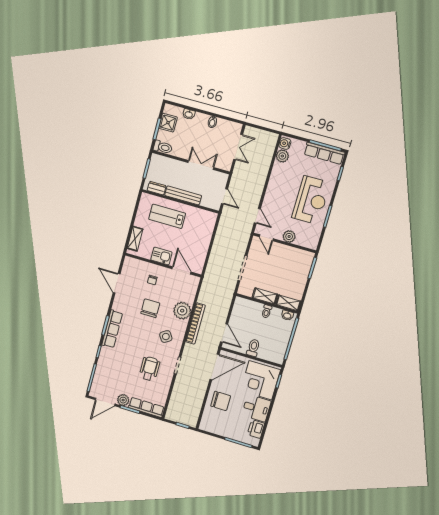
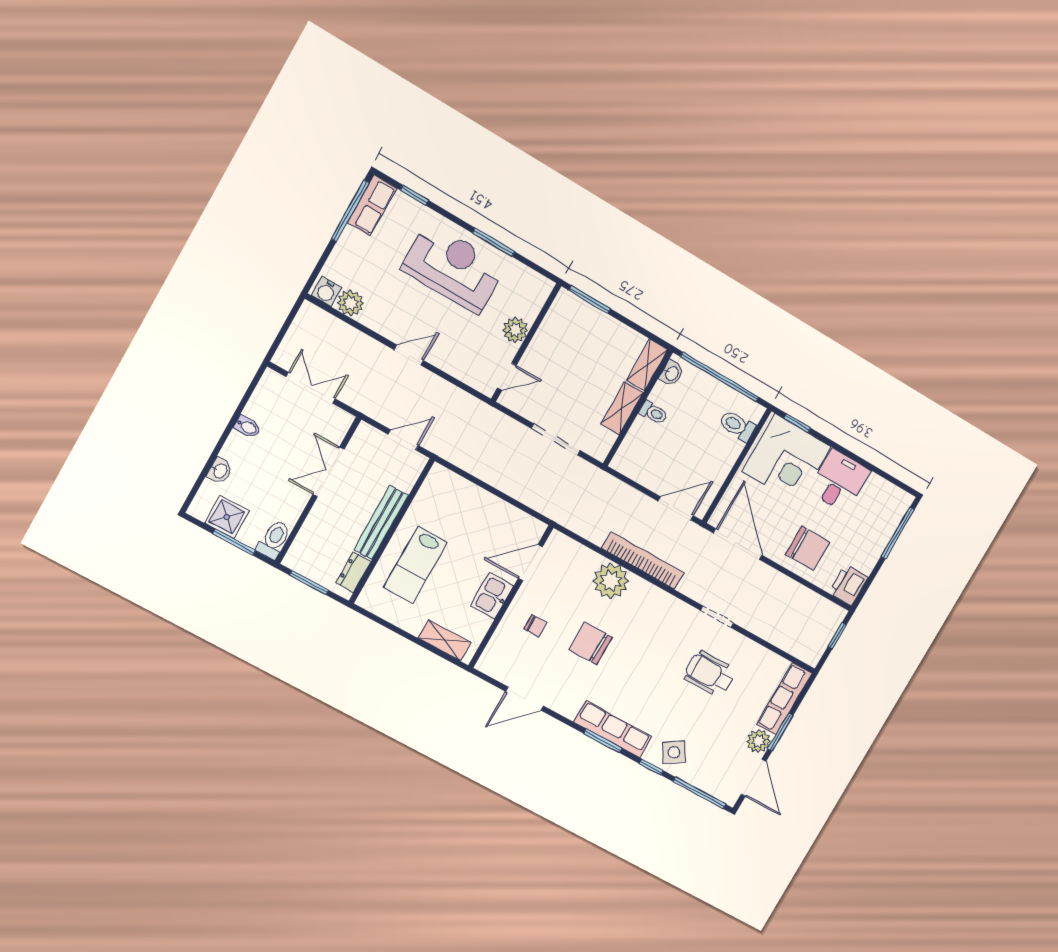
row of seats: (324, 153) -> (372, 206), width x0.68
door: (257, 216) -> (409, 355), moved
side table: (166, 337) -> (674, 752), moved
toilet: (253, 348) -> (737, 426), moved
chair: (221, 401) -> (808, 548), turned 90
printer: (256, 429) -> (849, 585), moved, turned 90

